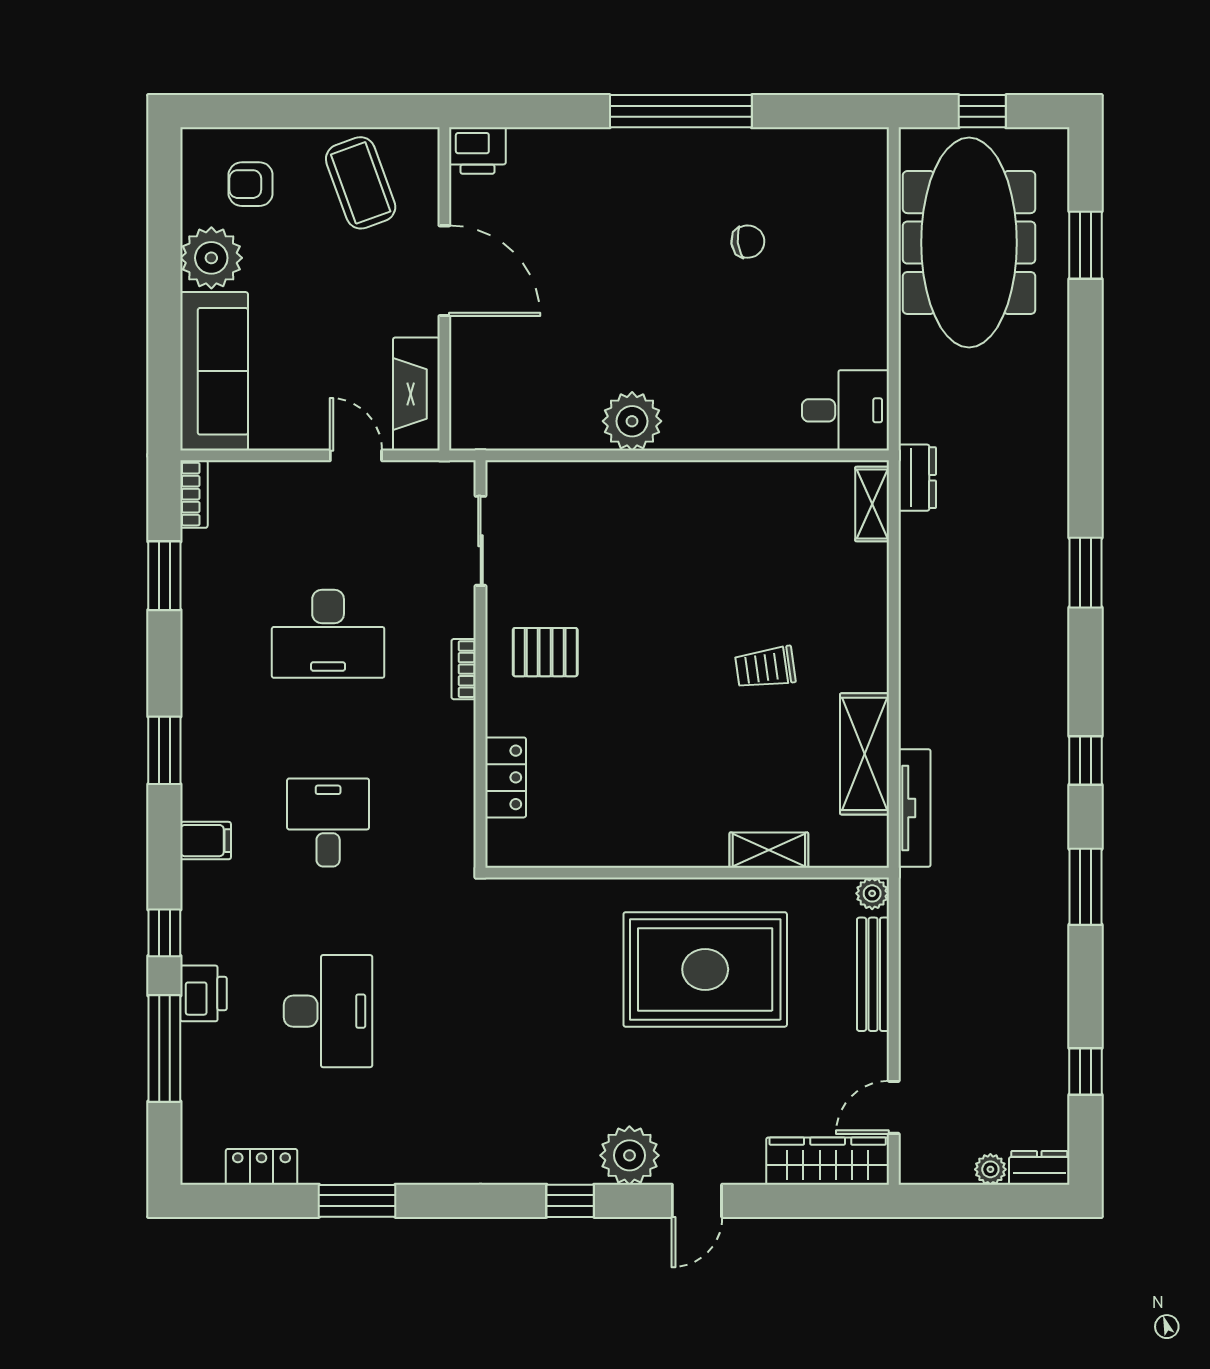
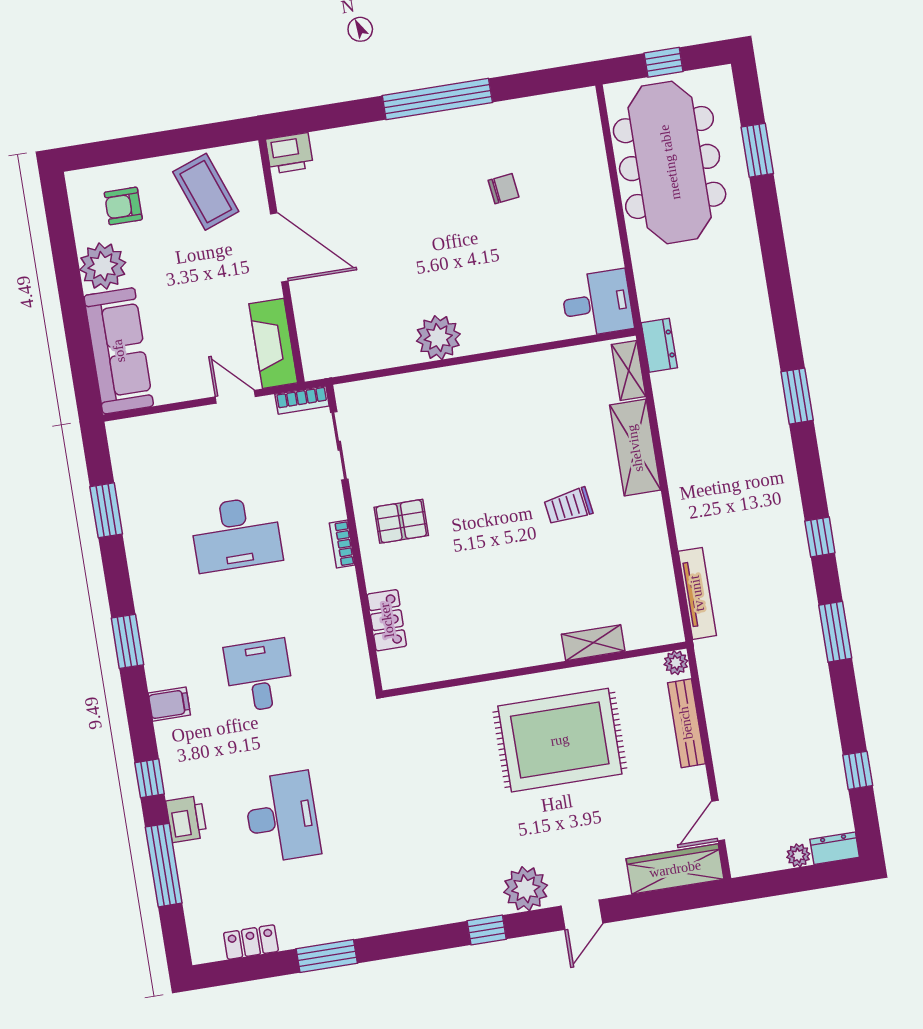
bookcase: (194, 494) -> (302, 400), moved, turned 90
shelving: (865, 754) -> (635, 448), moved

